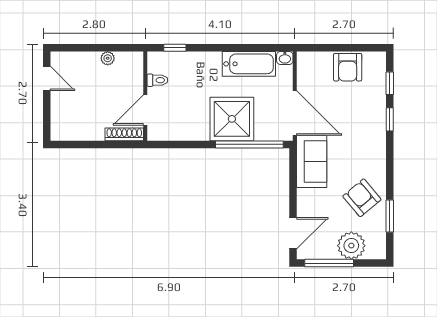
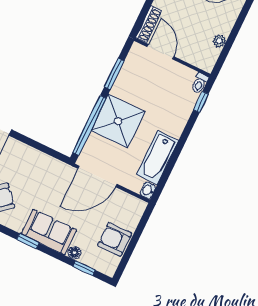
toilet: (157, 80) -> (200, 83), moved
floor lamp: (379, 100) -> (74, 253), added
window: (390, 119) -> (28, 241), moved
window: (188, 144) -> (114, 74), added
sofa: (312, 161) -> (49, 232), moved, turned 180

